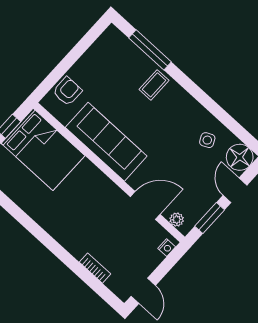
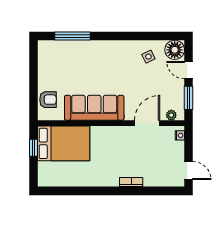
coffee table: (154, 85) -> (92, 53), removed
armchair: (67, 91) -> (48, 100), turned 90
bookcase: (95, 268) -> (131, 182), moved

